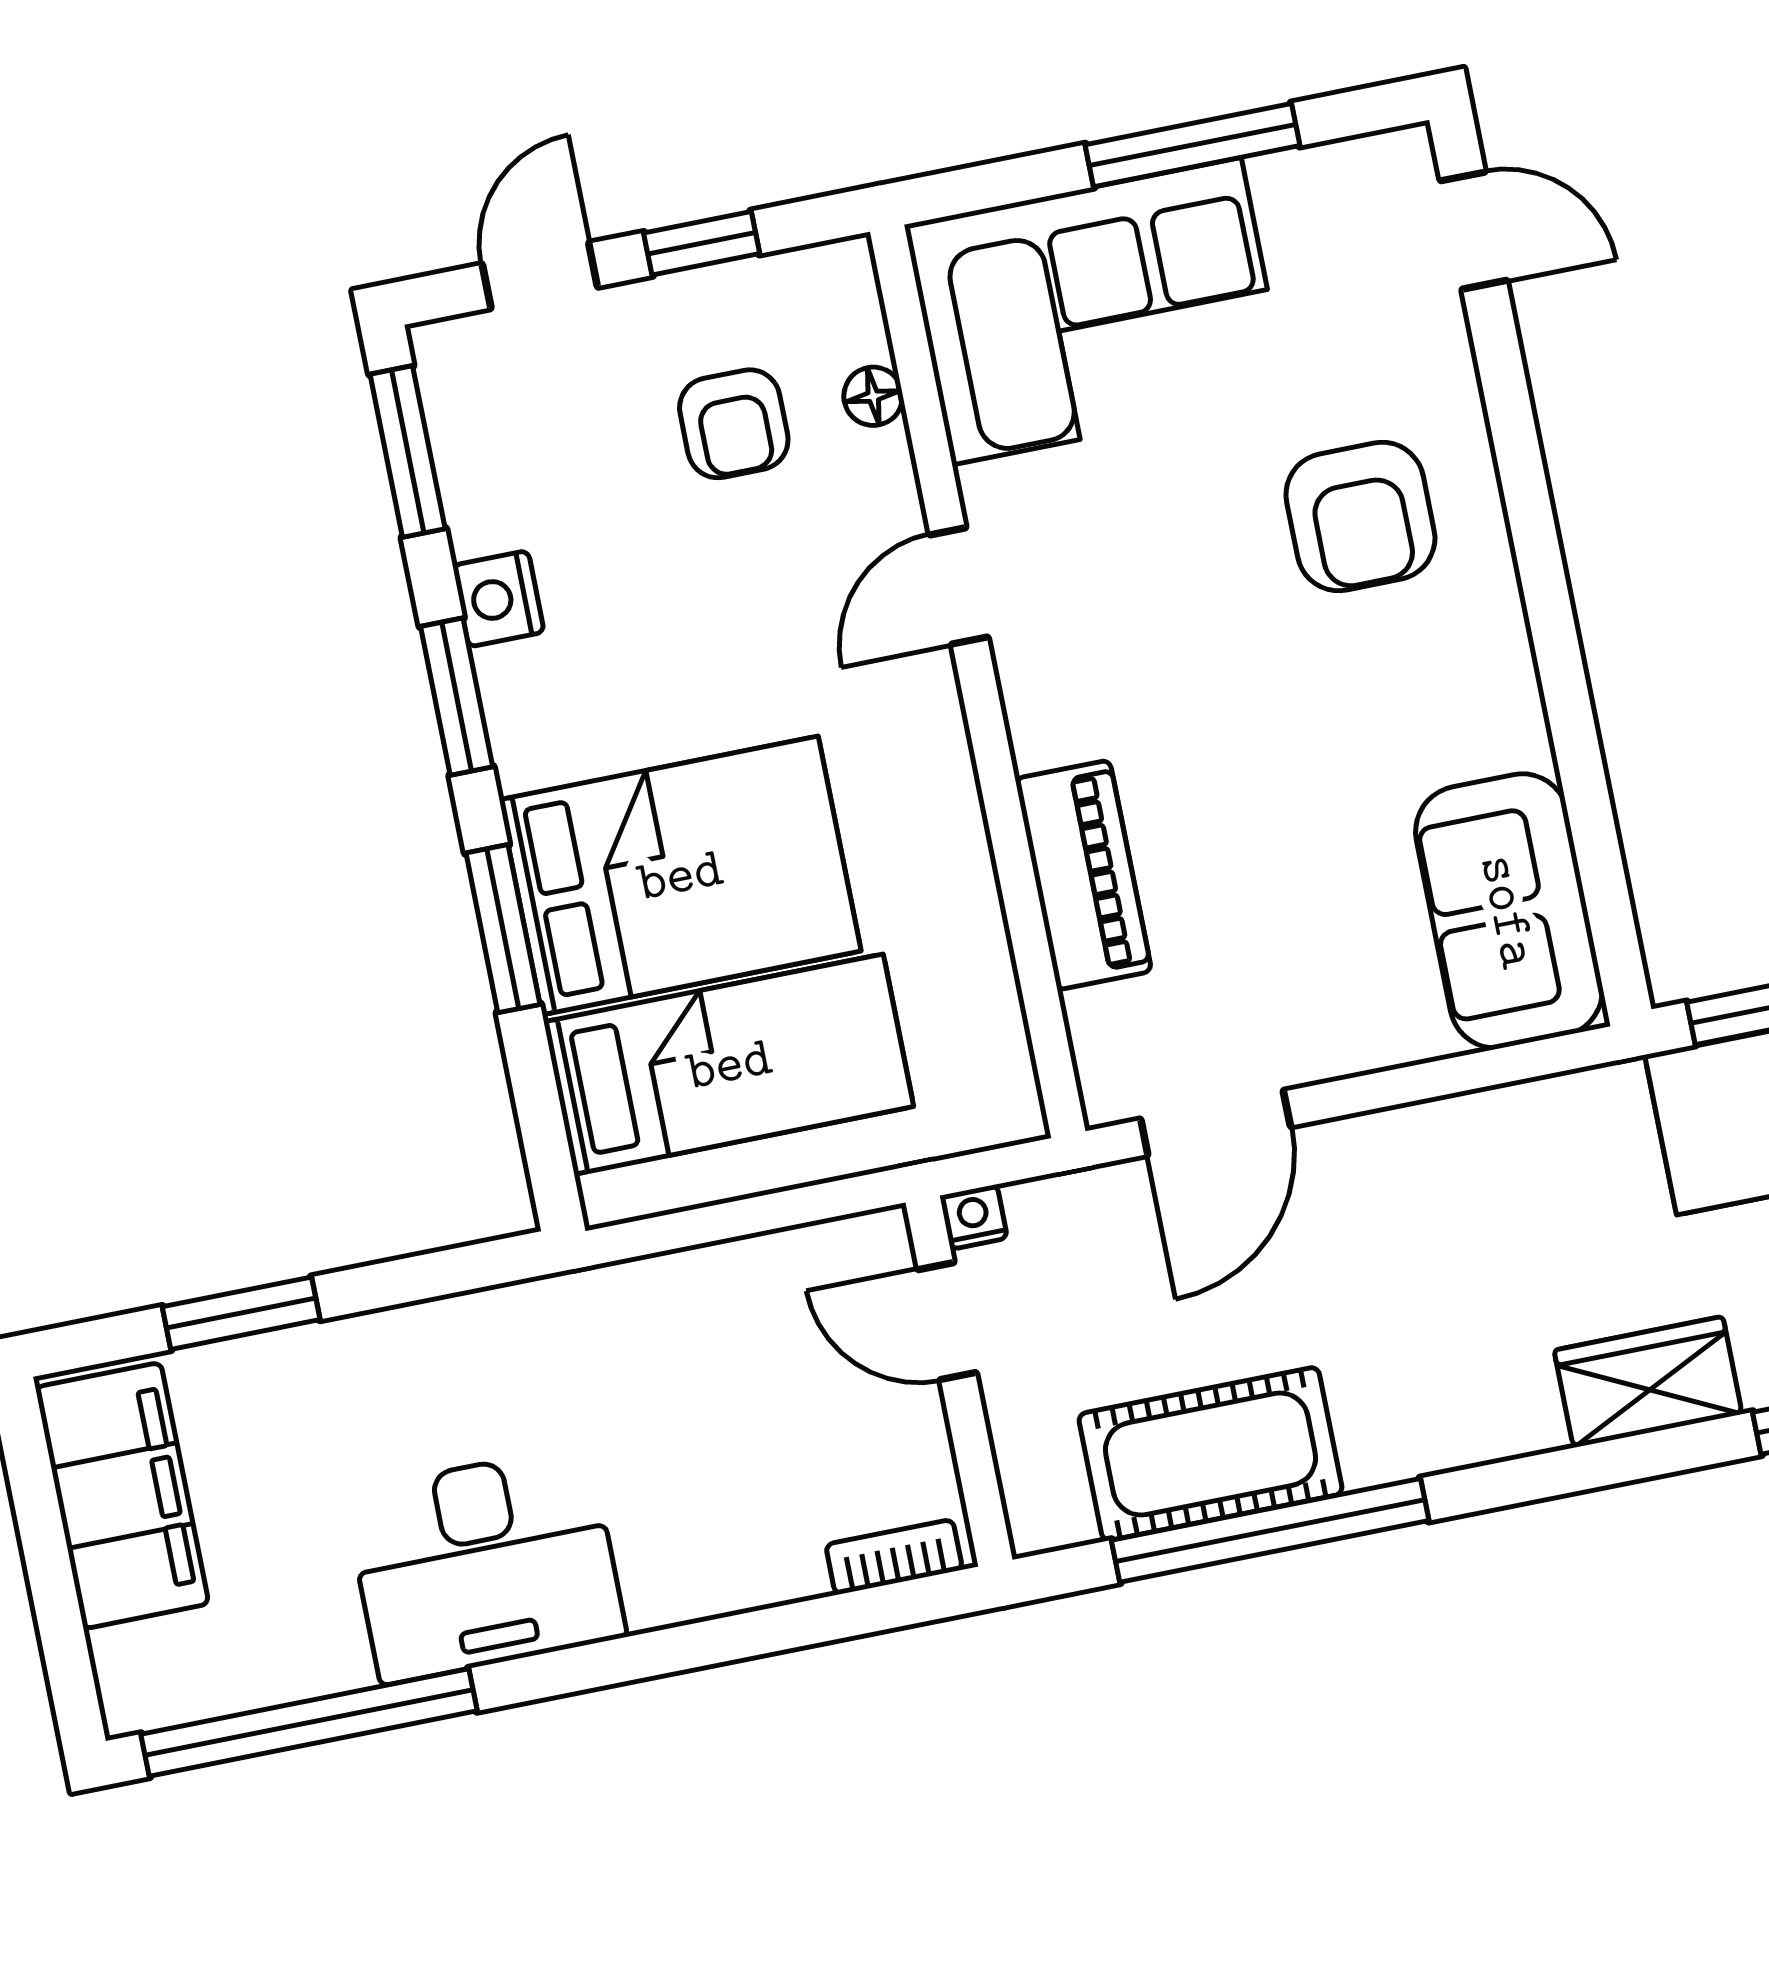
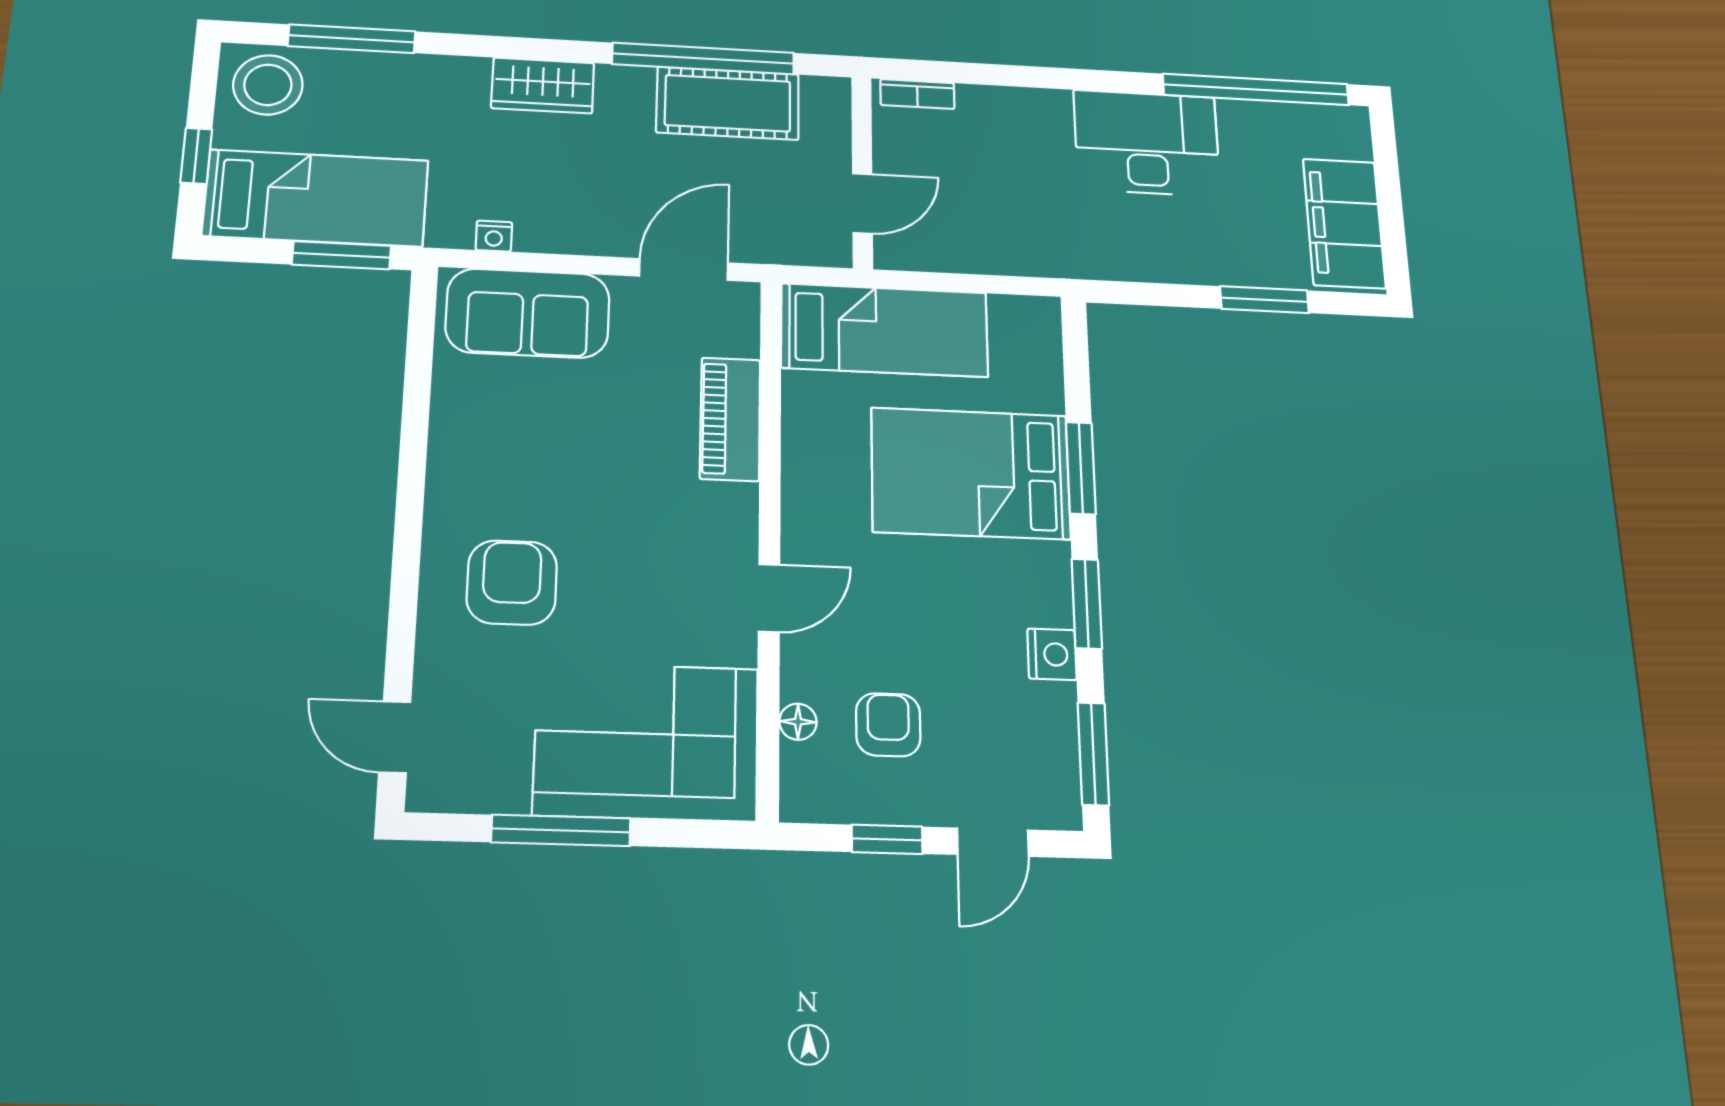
sofa: (1509, 911) -> (528, 313), moved, turned 90
bed: (729, 1064) -> (884, 330), moved, turned 180
nightstand: (974, 1217) -> (494, 236), moved
door: (947, 1321) -> (862, 203), hinge flipped
wardrobe: (1648, 1382) -> (543, 85), moved

